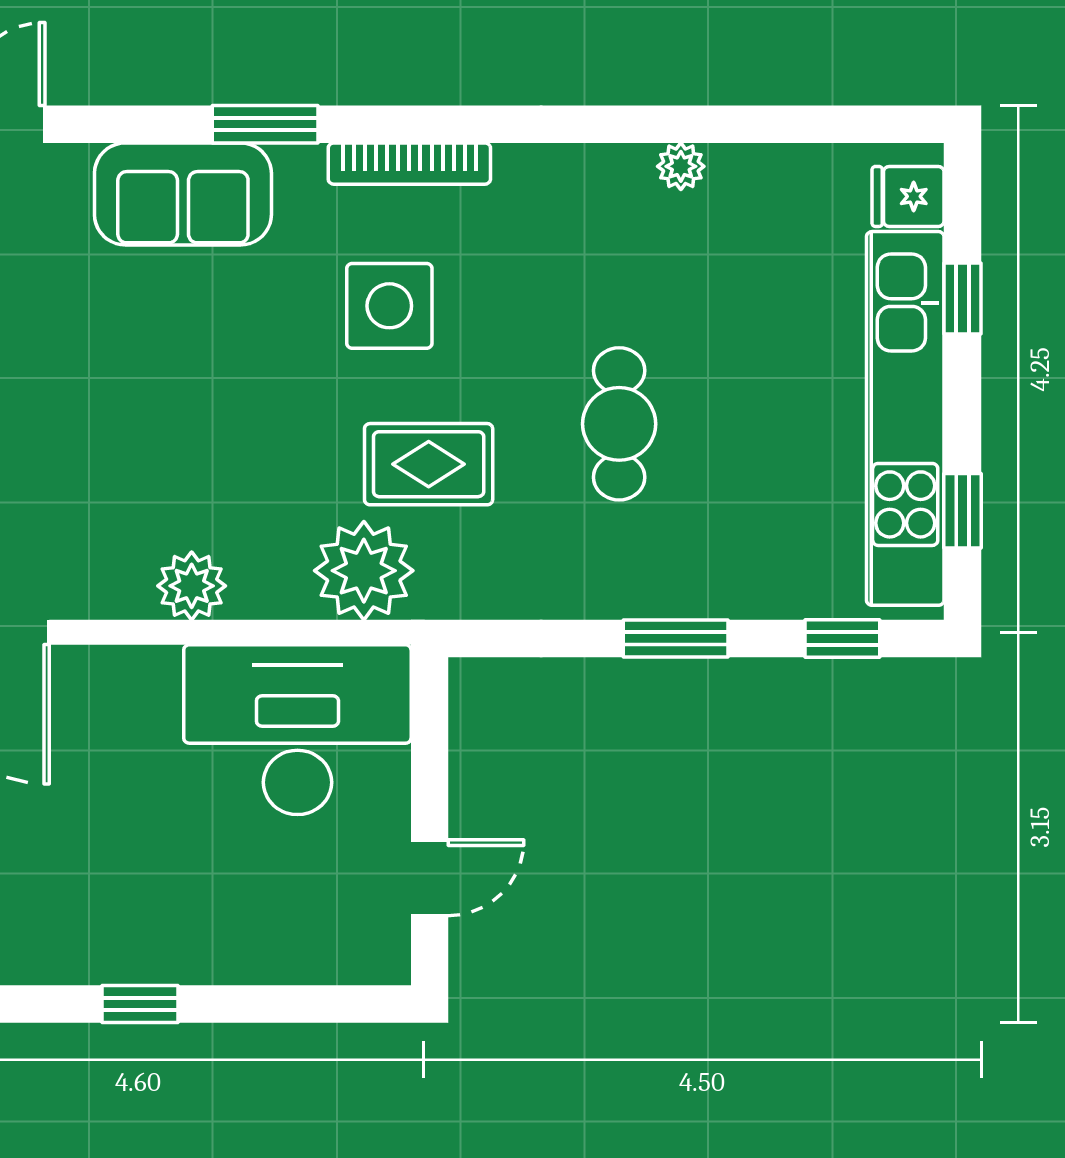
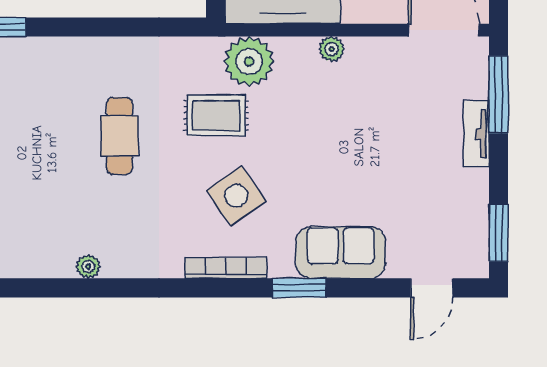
side table: (389, 306) -> (236, 196), turned -35
plant: (192, 586) -> (332, 49), width x0.73, depth x0.73
window: (676, 638) -> (91, 27), removed

